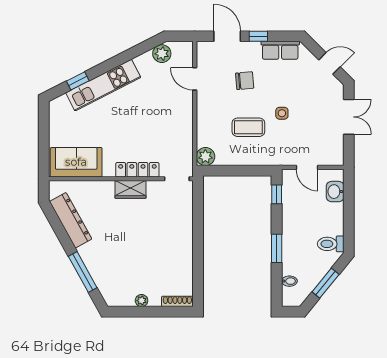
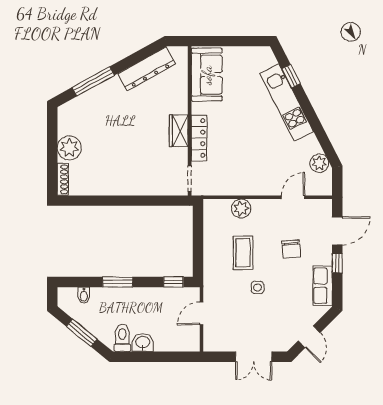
plant: (205, 157) -> (241, 208), moved
washbasin: (335, 192) -> (143, 343), moved
plant: (142, 301) -> (69, 148), width x1.87, depth x1.87

